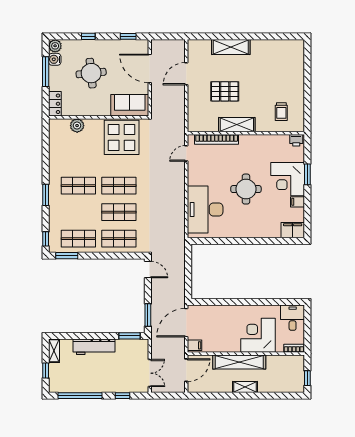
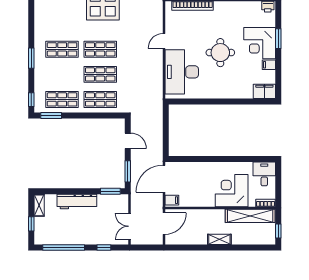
door: (186, 153) -> (164, 41), moved
door: (148, 269) -> (128, 141), moved
shelving: (239, 362) -> (250, 216), moved
double door: (150, 373) -> (129, 226), swing flipped

